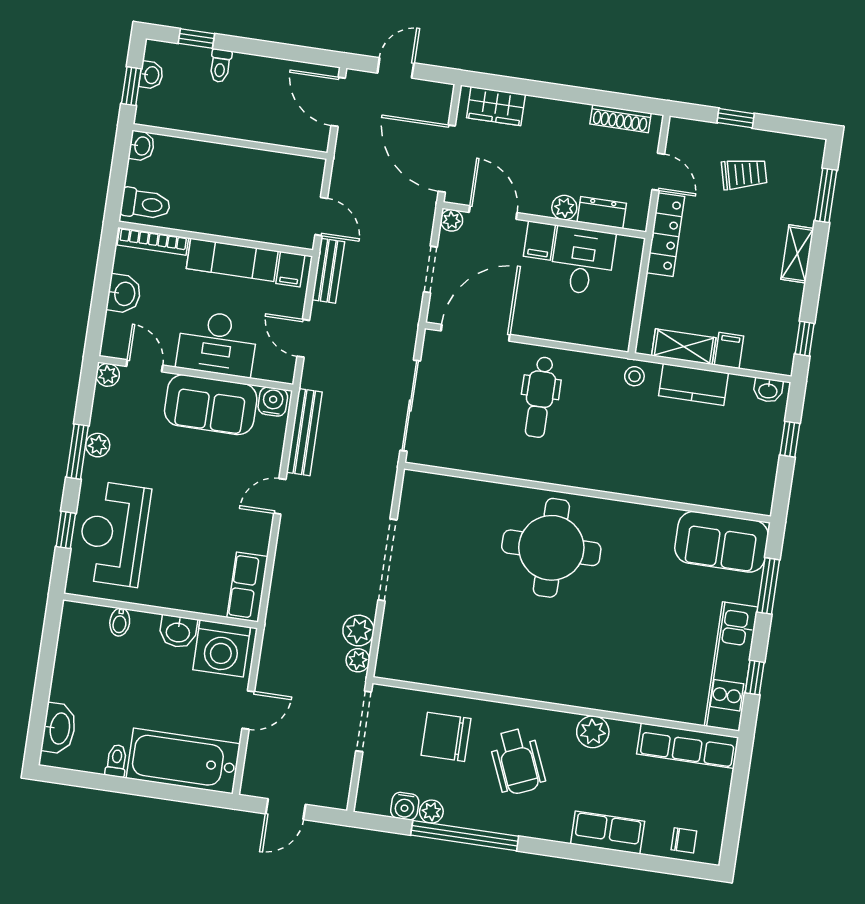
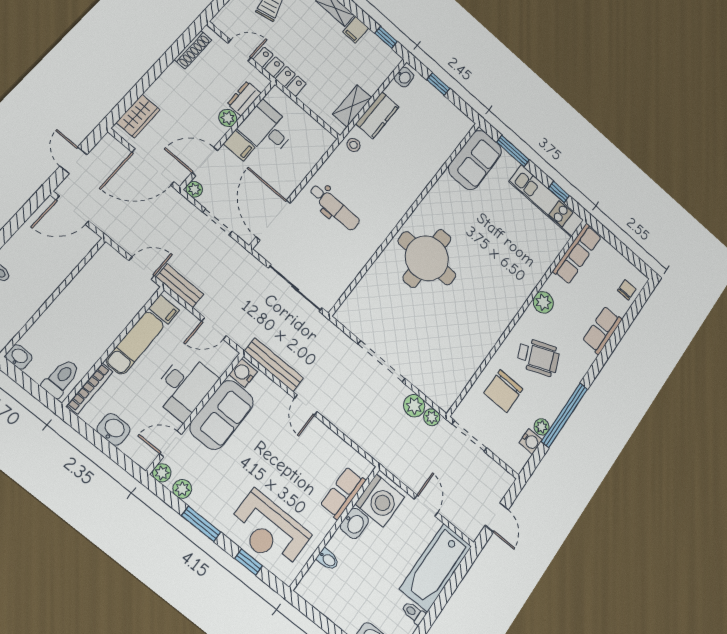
filing cabinet: (729, 350) -> (356, 30), moved, turned -90
plant: (98, 445) -> (182, 489), moved
row of seats: (247, 587) -> (343, 493), moved, turned 90

